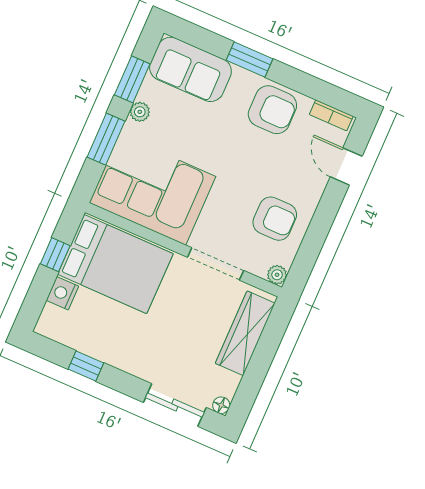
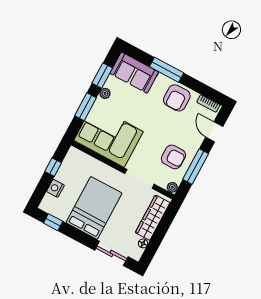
window: (249, 59) -> (167, 70), width x1.44
armchair: (272, 110) -> (177, 98), turned 90
window: (317, 233) -> (196, 167), added
bed: (115, 264) -> (94, 208), moved, turned -90
window: (86, 366) -> (53, 222), moved
floor lamp: (221, 405) -> (143, 243), moved

